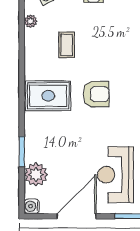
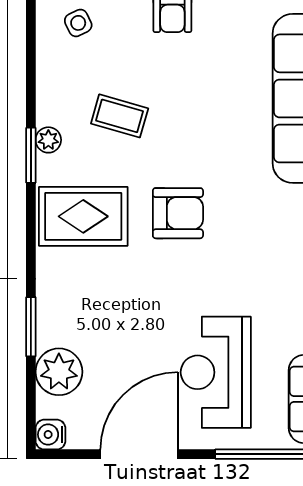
plant: (31, 21) -> (48, 140), moved
coffee table: (67, 45) -> (120, 116), turned -74
window: (22, 65) -> (31, 155), added

